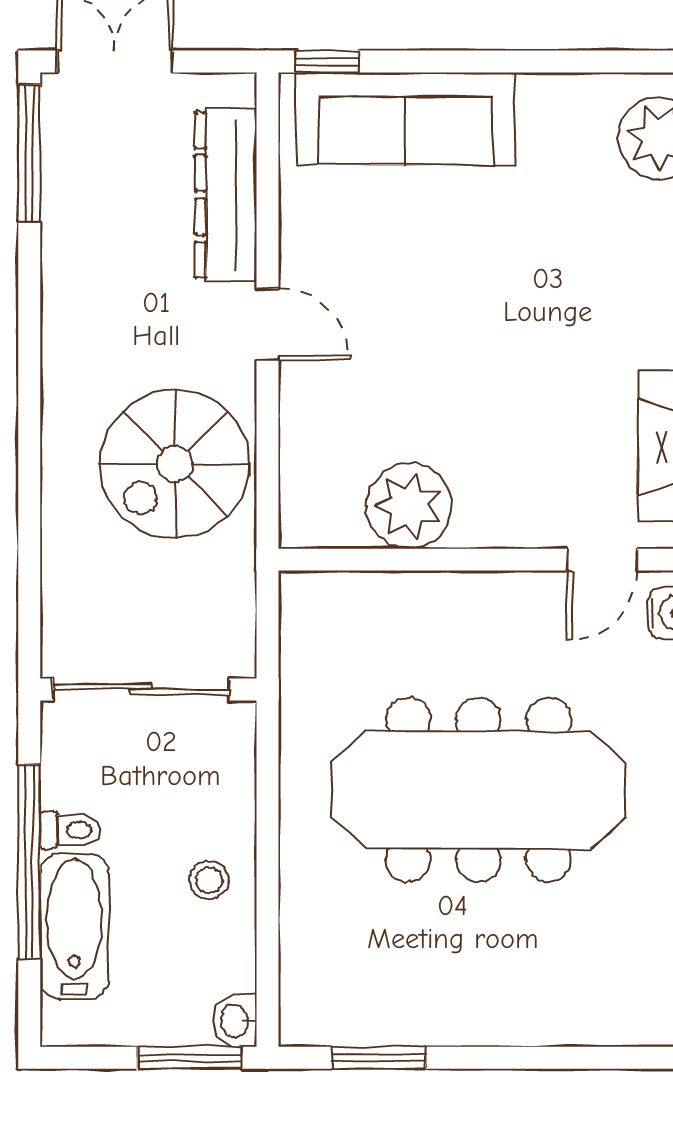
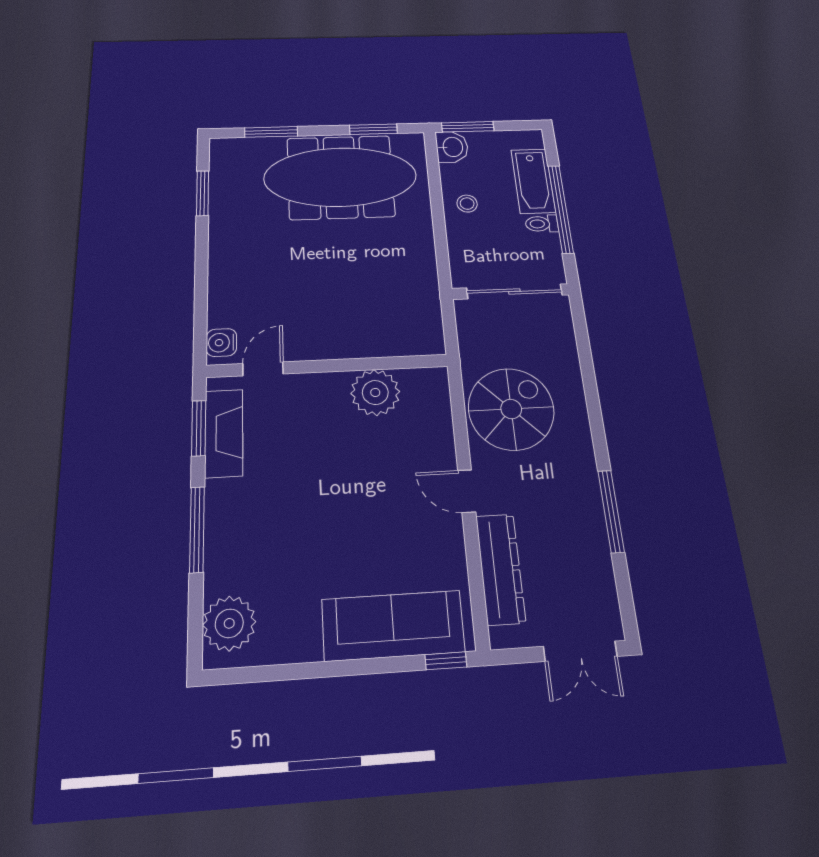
window: (29, 153) -> (611, 511), moved
meeting table: (478, 790) -> (340, 177), moved
washbasin: (236, 1021) -> (452, 147), width x1.38, depth x1.45
window: (580, 1058) -> (271, 132), added

